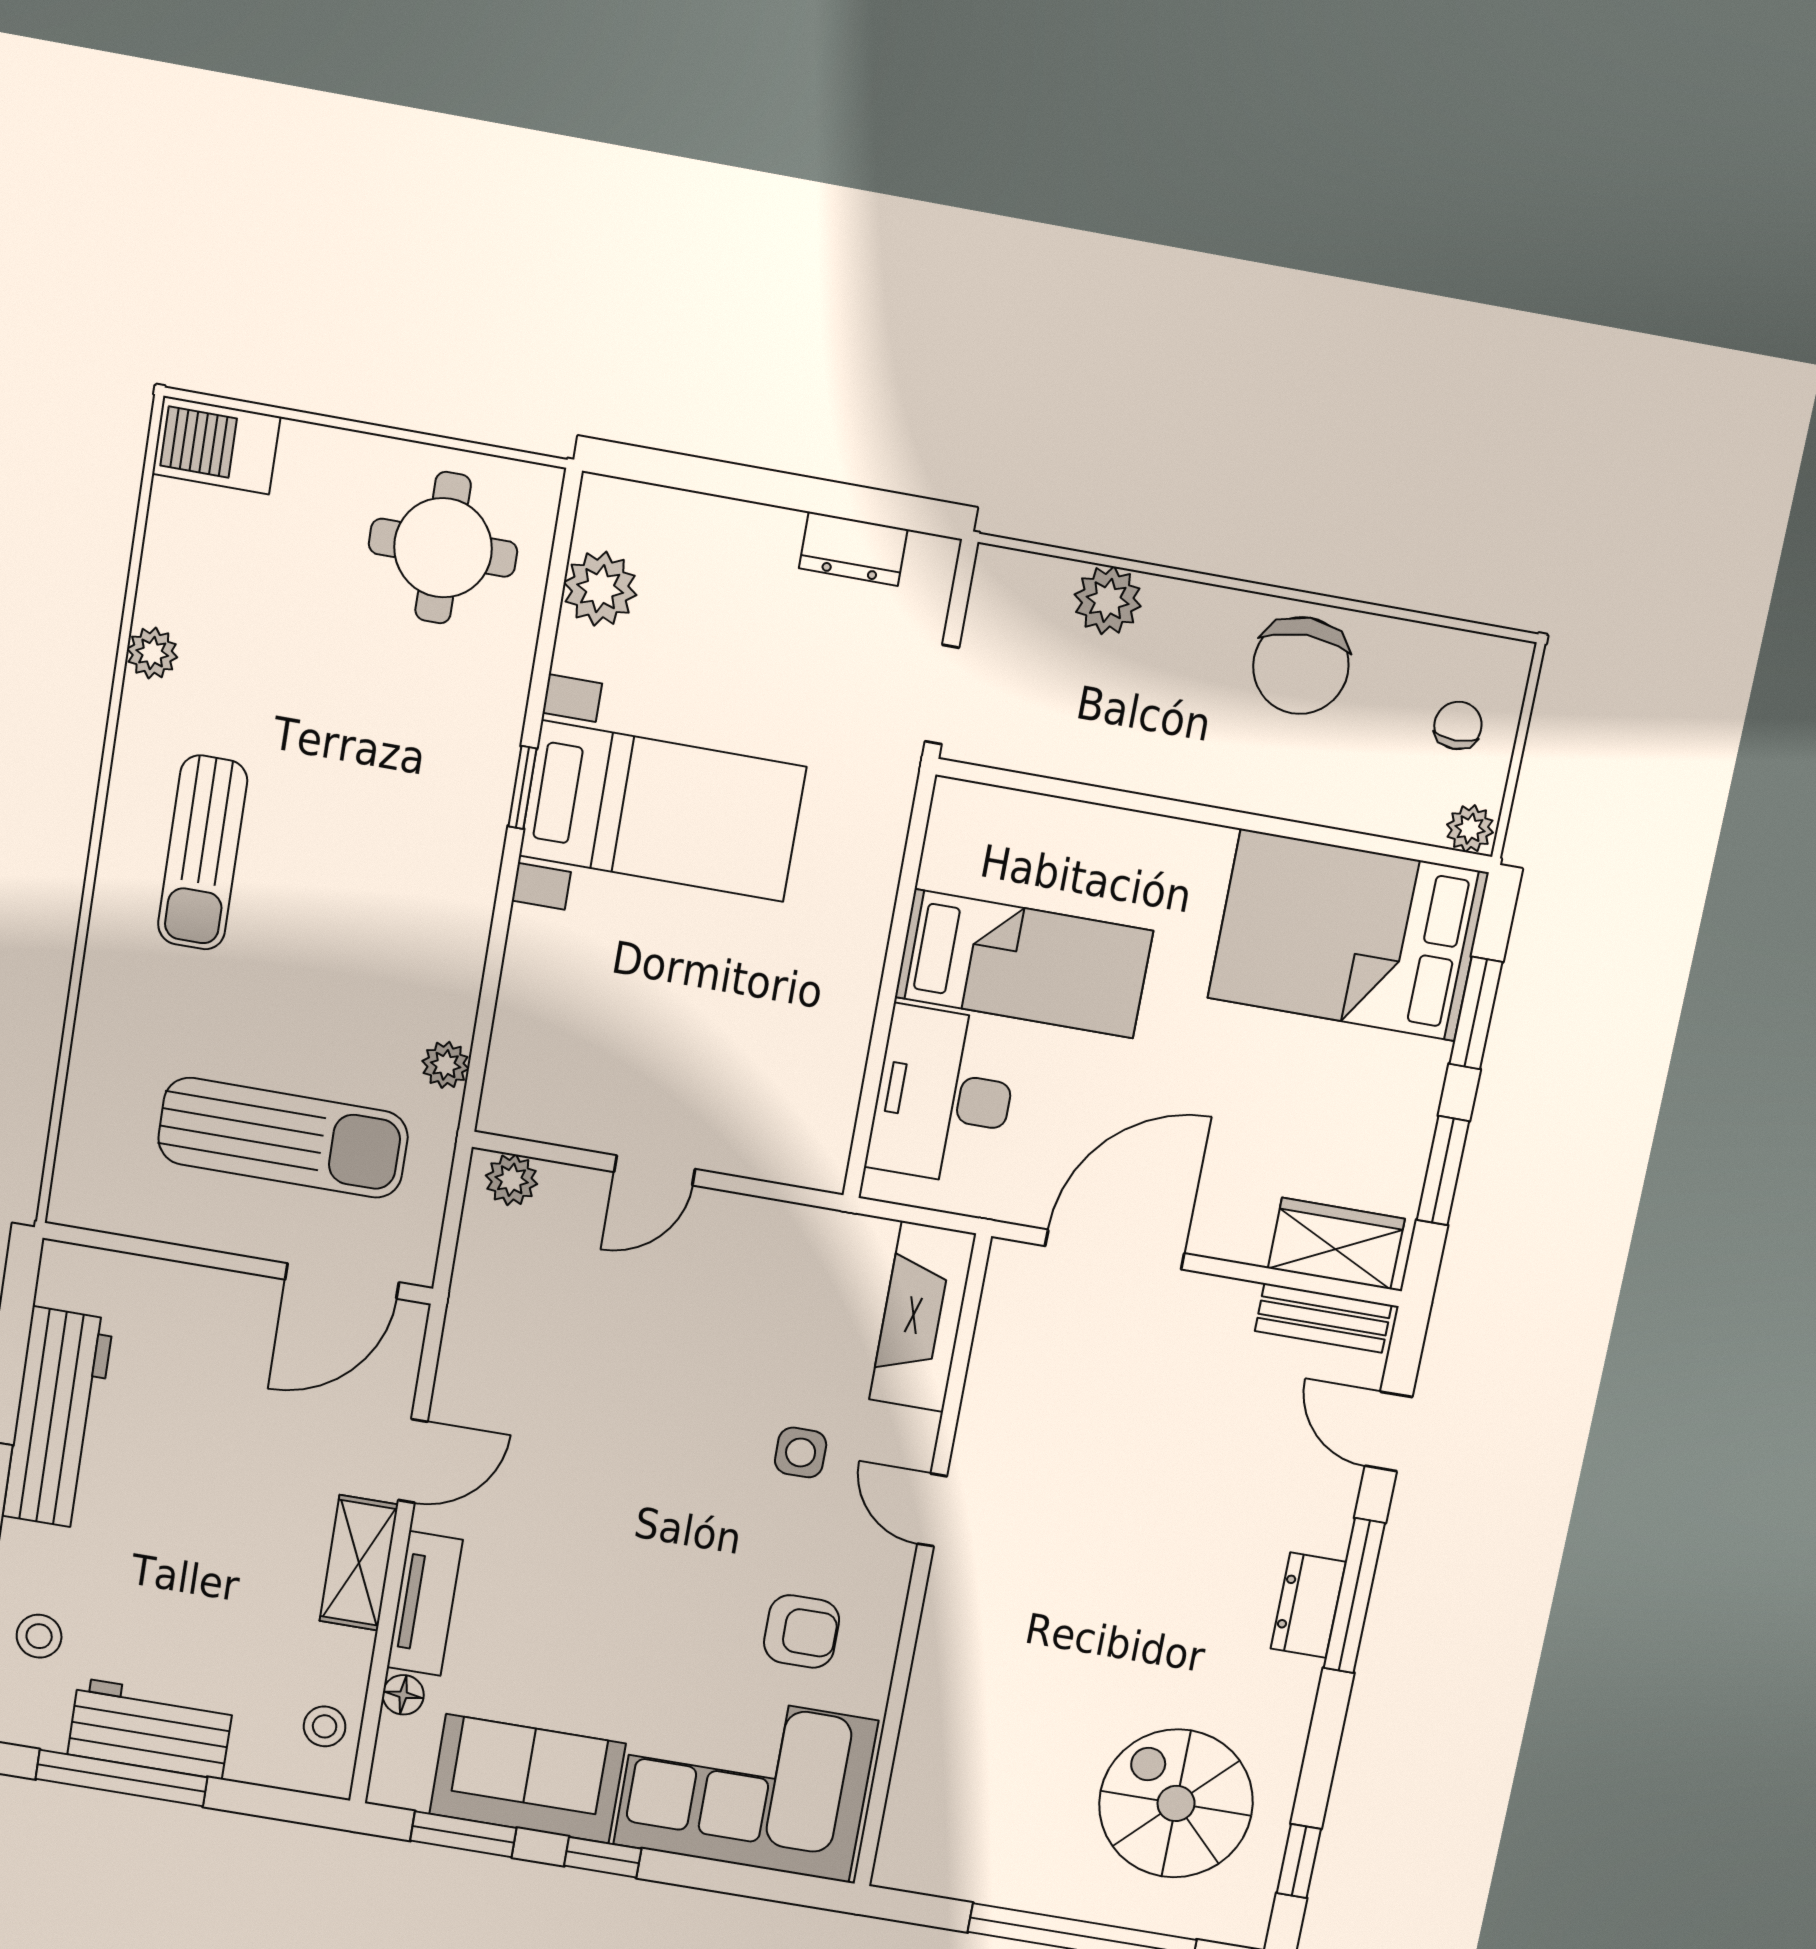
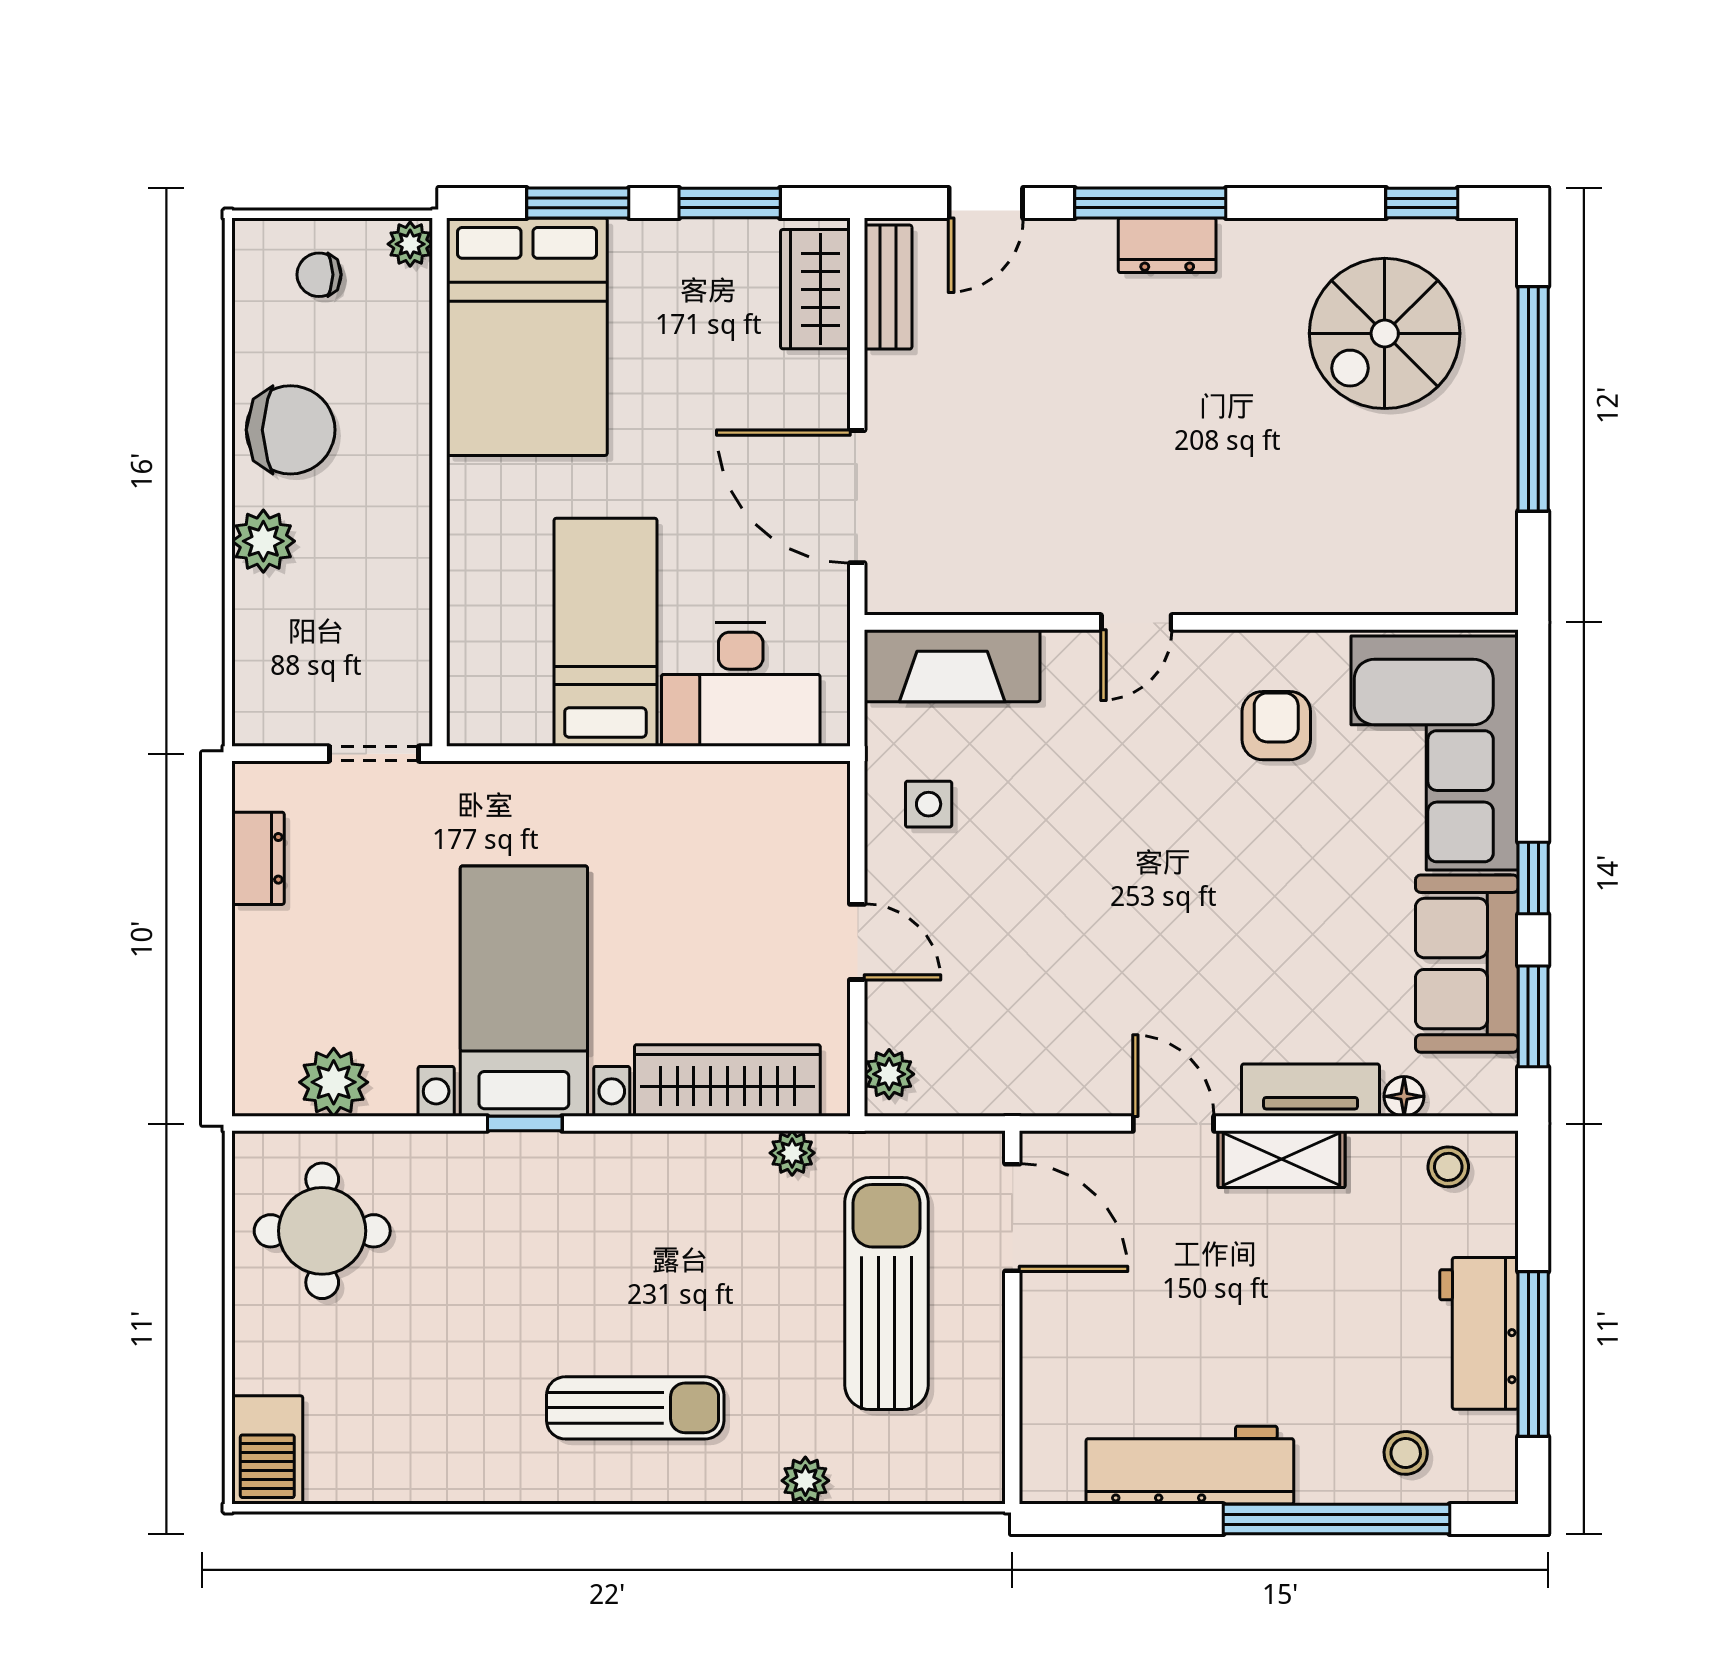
plant: (1108, 600) -> (263, 541), moved
plant: (152, 653) -> (805, 1481), moved
wardrobe: (533, 1010) -> (727, 1080), added
side table: (801, 1452) -> (929, 804), moved

